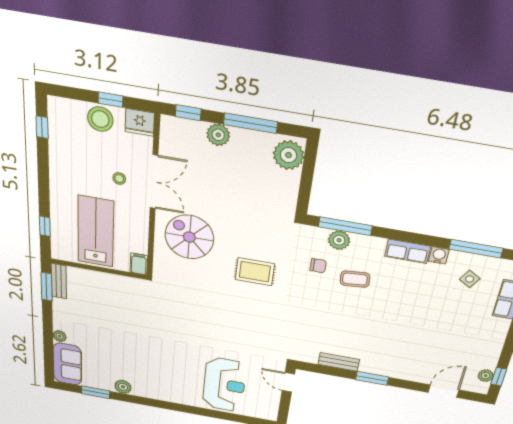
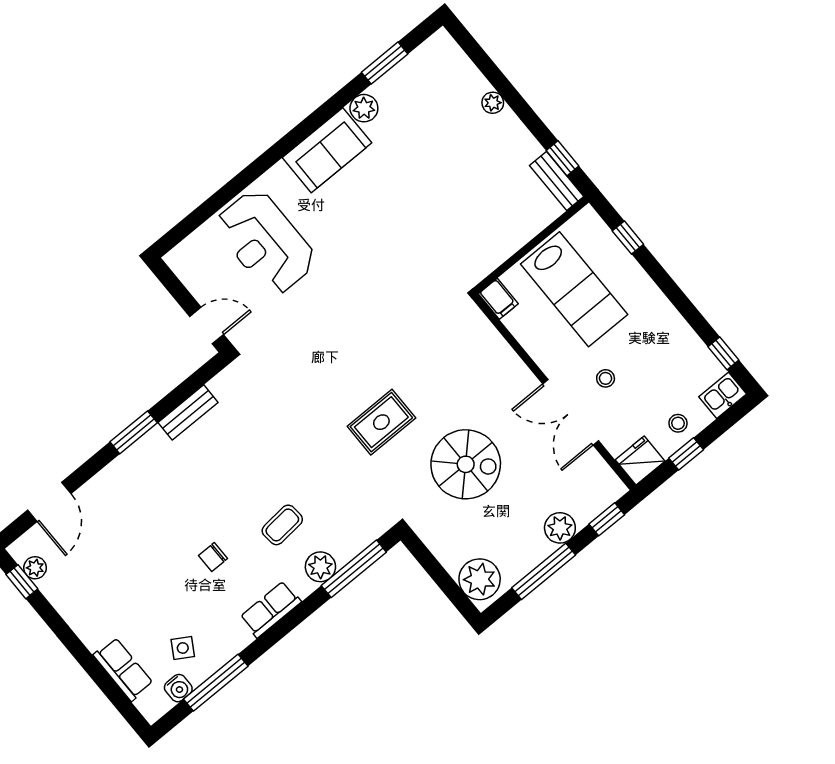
kitchen sink: (62, 108) -> (723, 395), added
stool: (100, 119) -> (678, 423), width x0.53, depth x0.53
spiral stairs: (189, 237) -> (466, 464), moved
plant: (339, 240) -> (320, 567), moved
water cooler: (439, 255) -> (178, 688), moved
chair: (318, 266) -> (213, 557), moved
window: (47, 287) -> (563, 158), width x0.67
sofa: (67, 364) -> (327, 150), moved, turned -90

